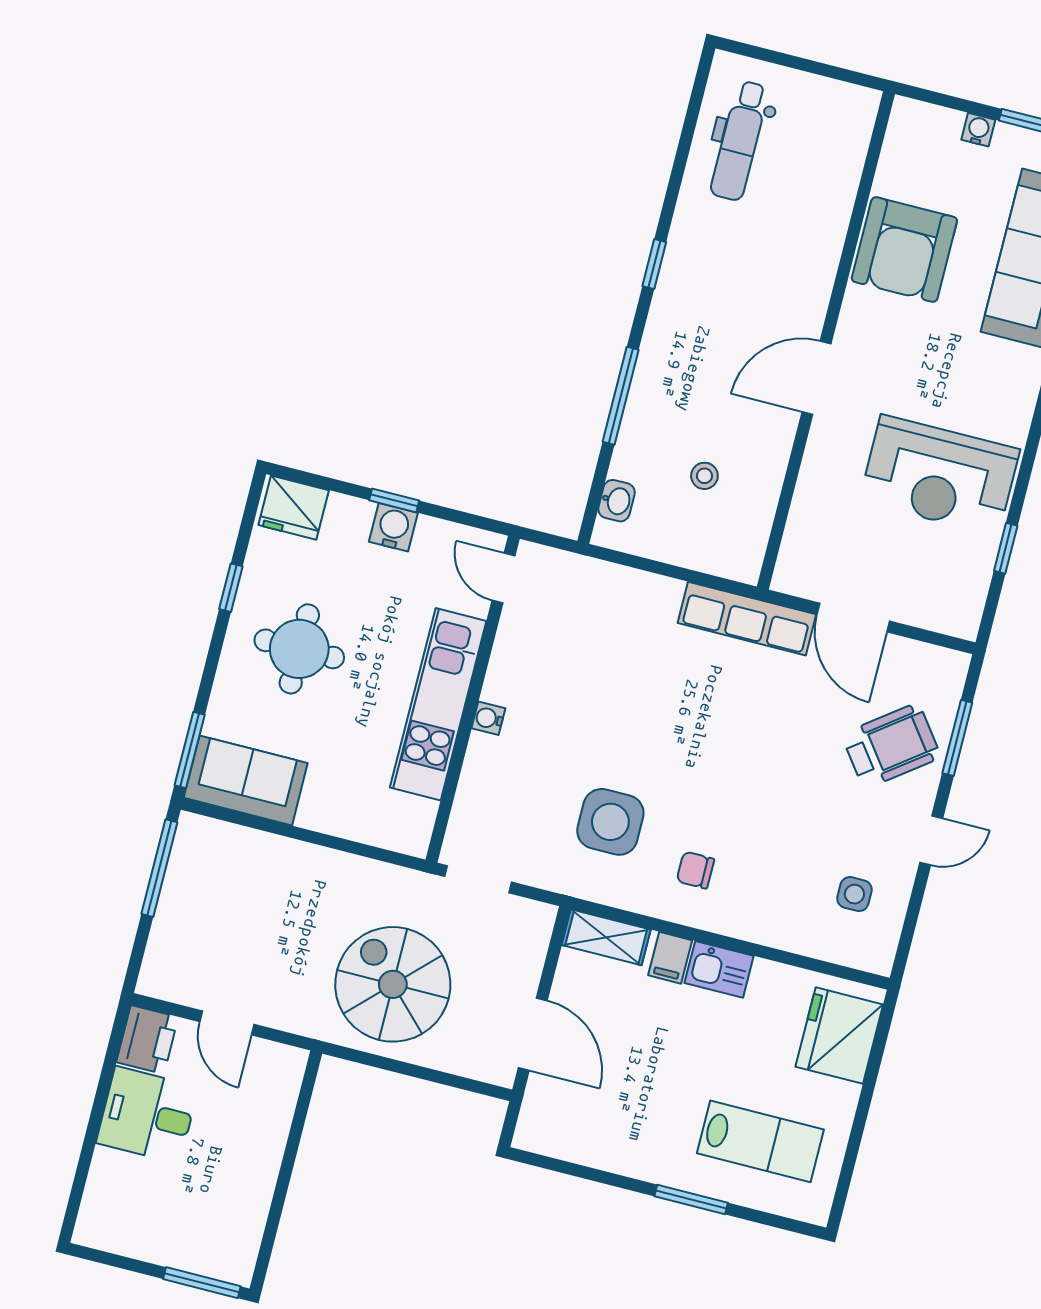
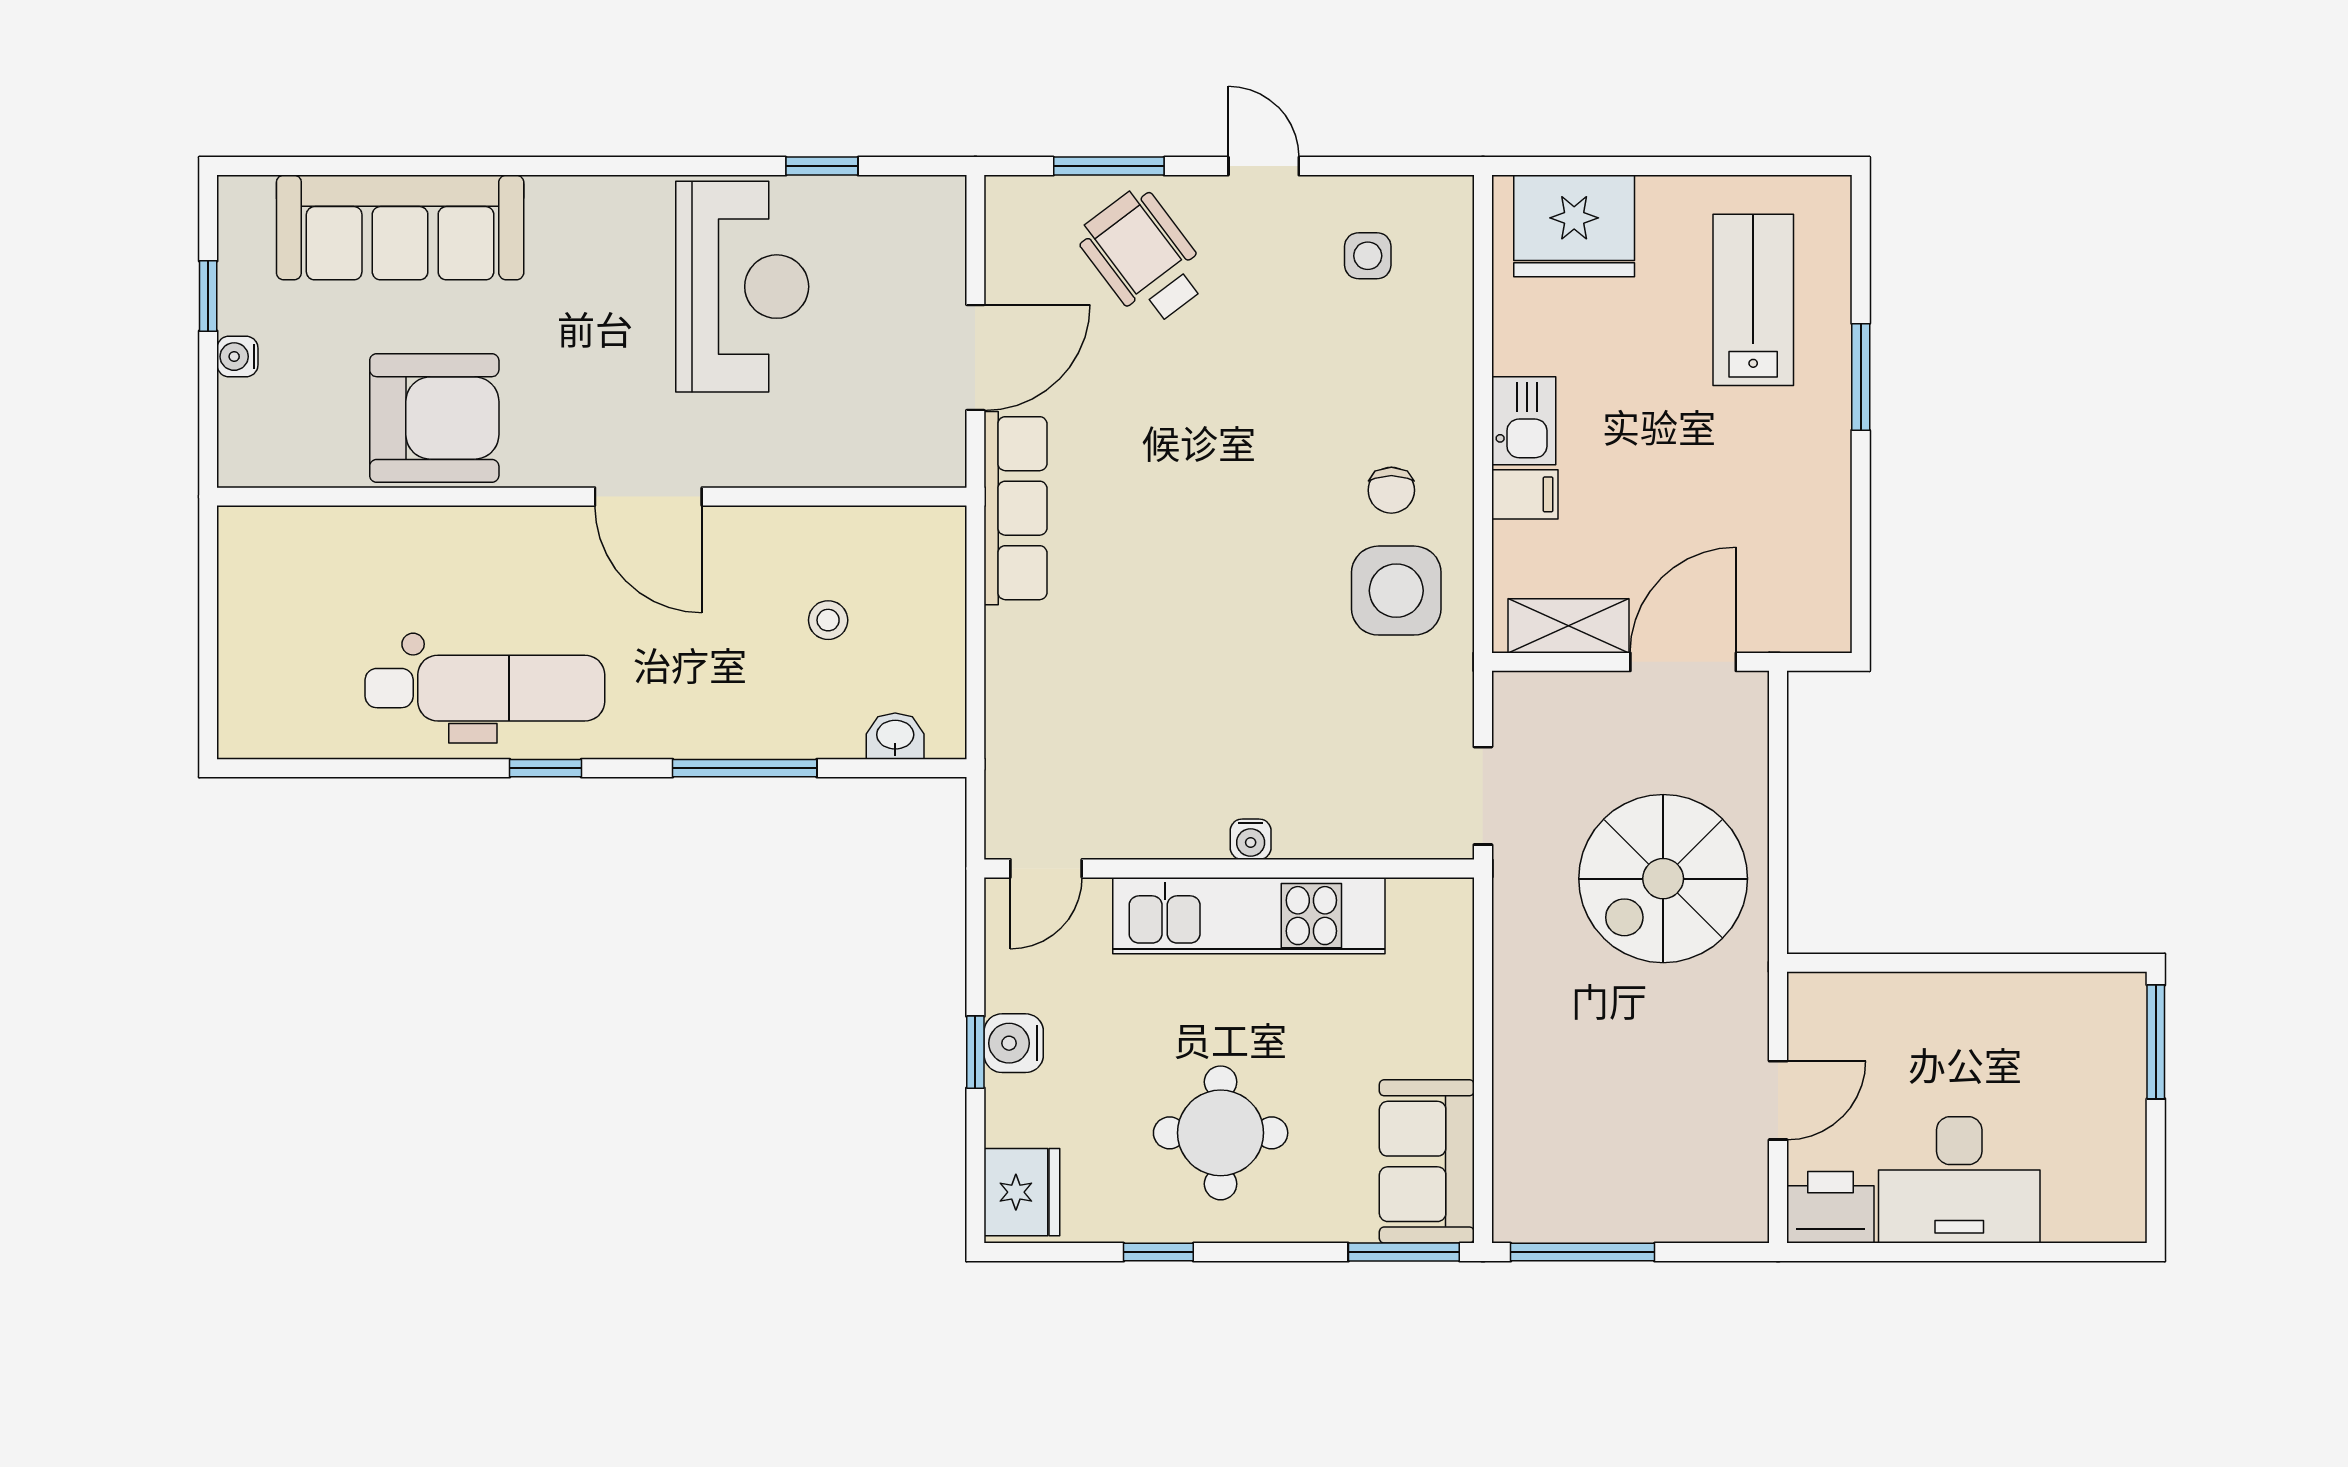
dental chair: (740, 141) -> (485, 688), moved, width x1.36, depth x1.38
side table: (610, 822) -> (1396, 591), moved
shelving: (606, 937) -> (1569, 626), moved, turned 90
desk: (147, 1115) -> (1959, 1180), width x1.37

